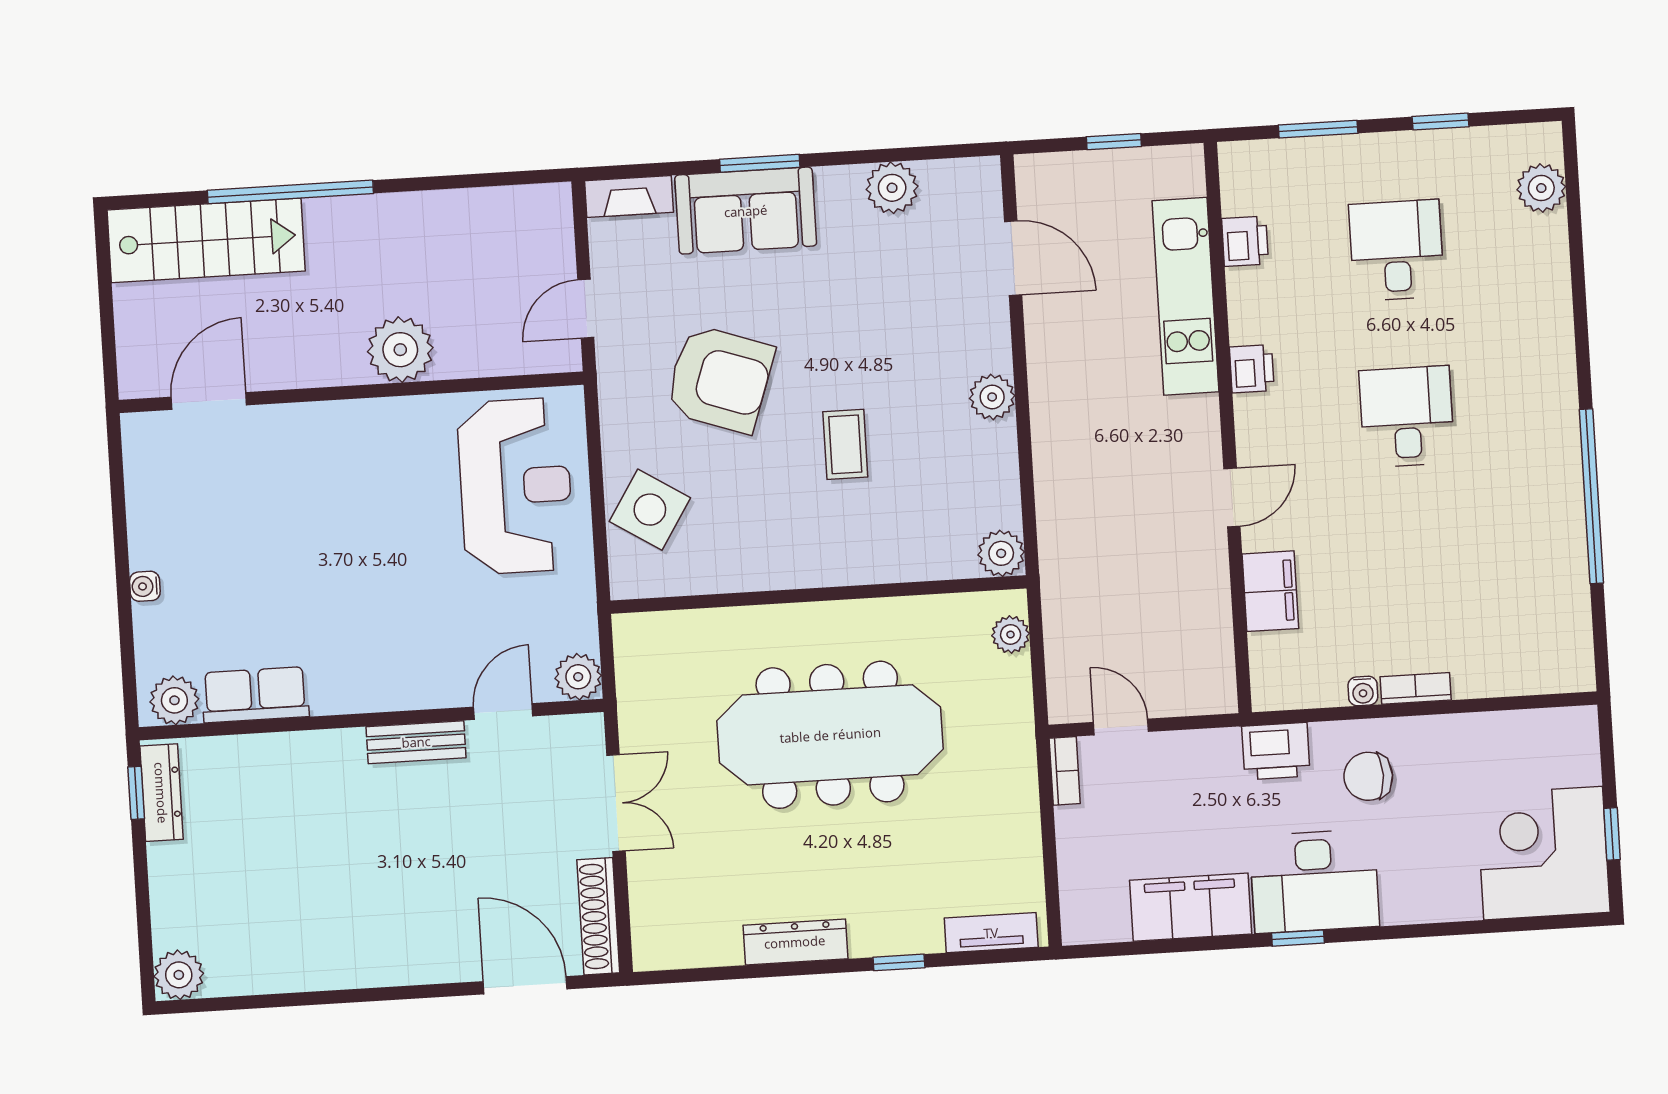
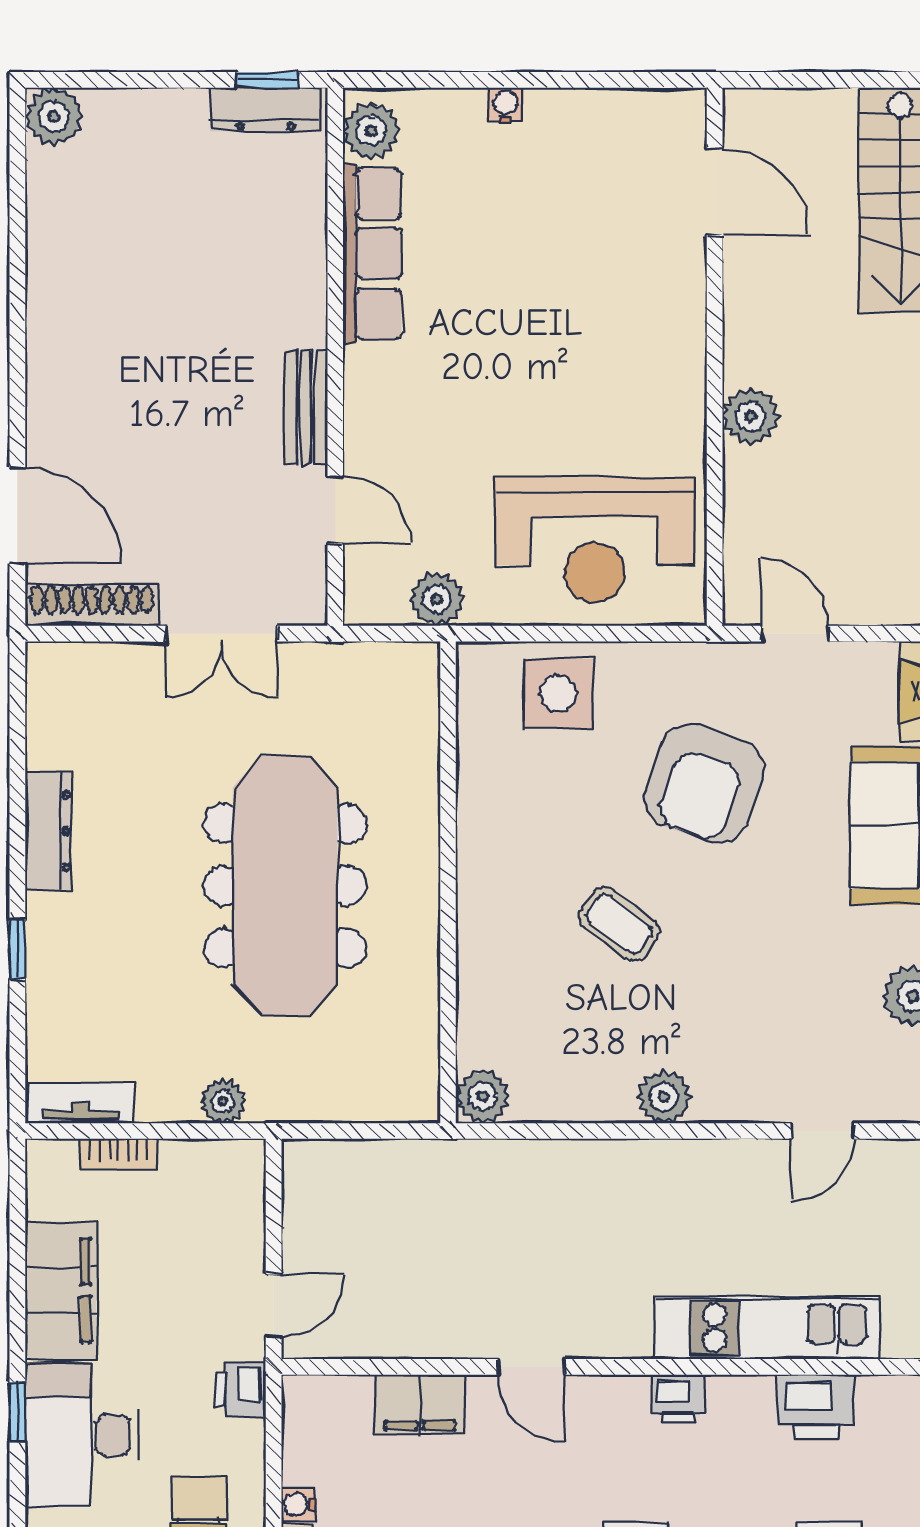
printer: (1245, 241) -> (816, 1406), width x1.36, depth x1.24
door: (1013, 258) -> (823, 1131), width x0.73
plant: (400, 350) -> (750, 416), width x0.73, depth x0.73
coffee table: (845, 444) -> (620, 924), turned 37
side table: (650, 510) -> (558, 694), turned -32
plant: (1011, 634) -> (223, 1101), moved
plant: (578, 677) -> (437, 599), moved
row of seats: (255, 695) -> (372, 254), width x1.48
door: (1121, 727) -> (274, 1306), moved
printer: (1276, 751) -> (241, 1390), width x0.73, depth x0.81
bookcase: (1065, 771) -> (118, 1154), moved
tv unit: (991, 933) -> (81, 1103), moved, turned -90
door: (525, 985) -> (17, 516), hinge flipped

